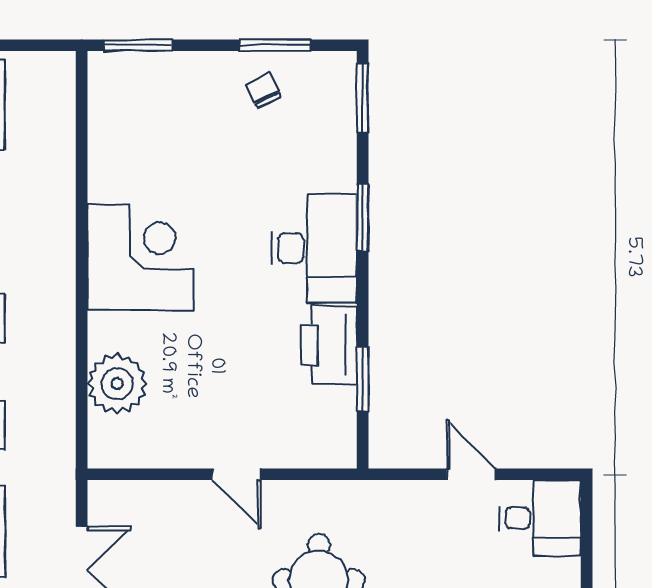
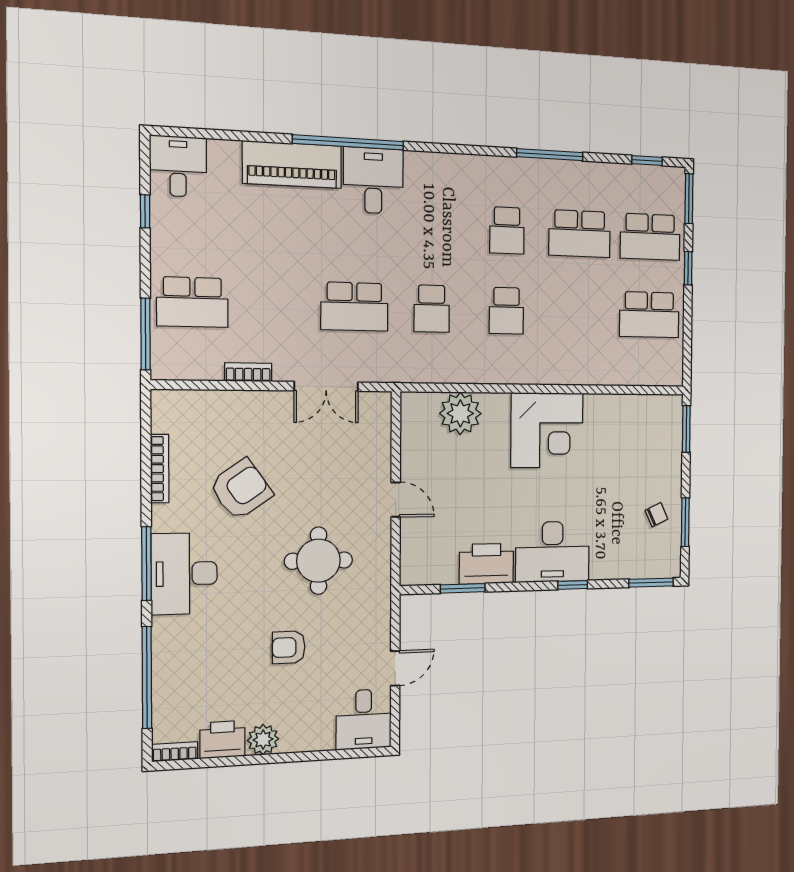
window: (363, 217) -> (573, 585), width x0.67
door: (237, 474) -> (396, 500), swing flipped

